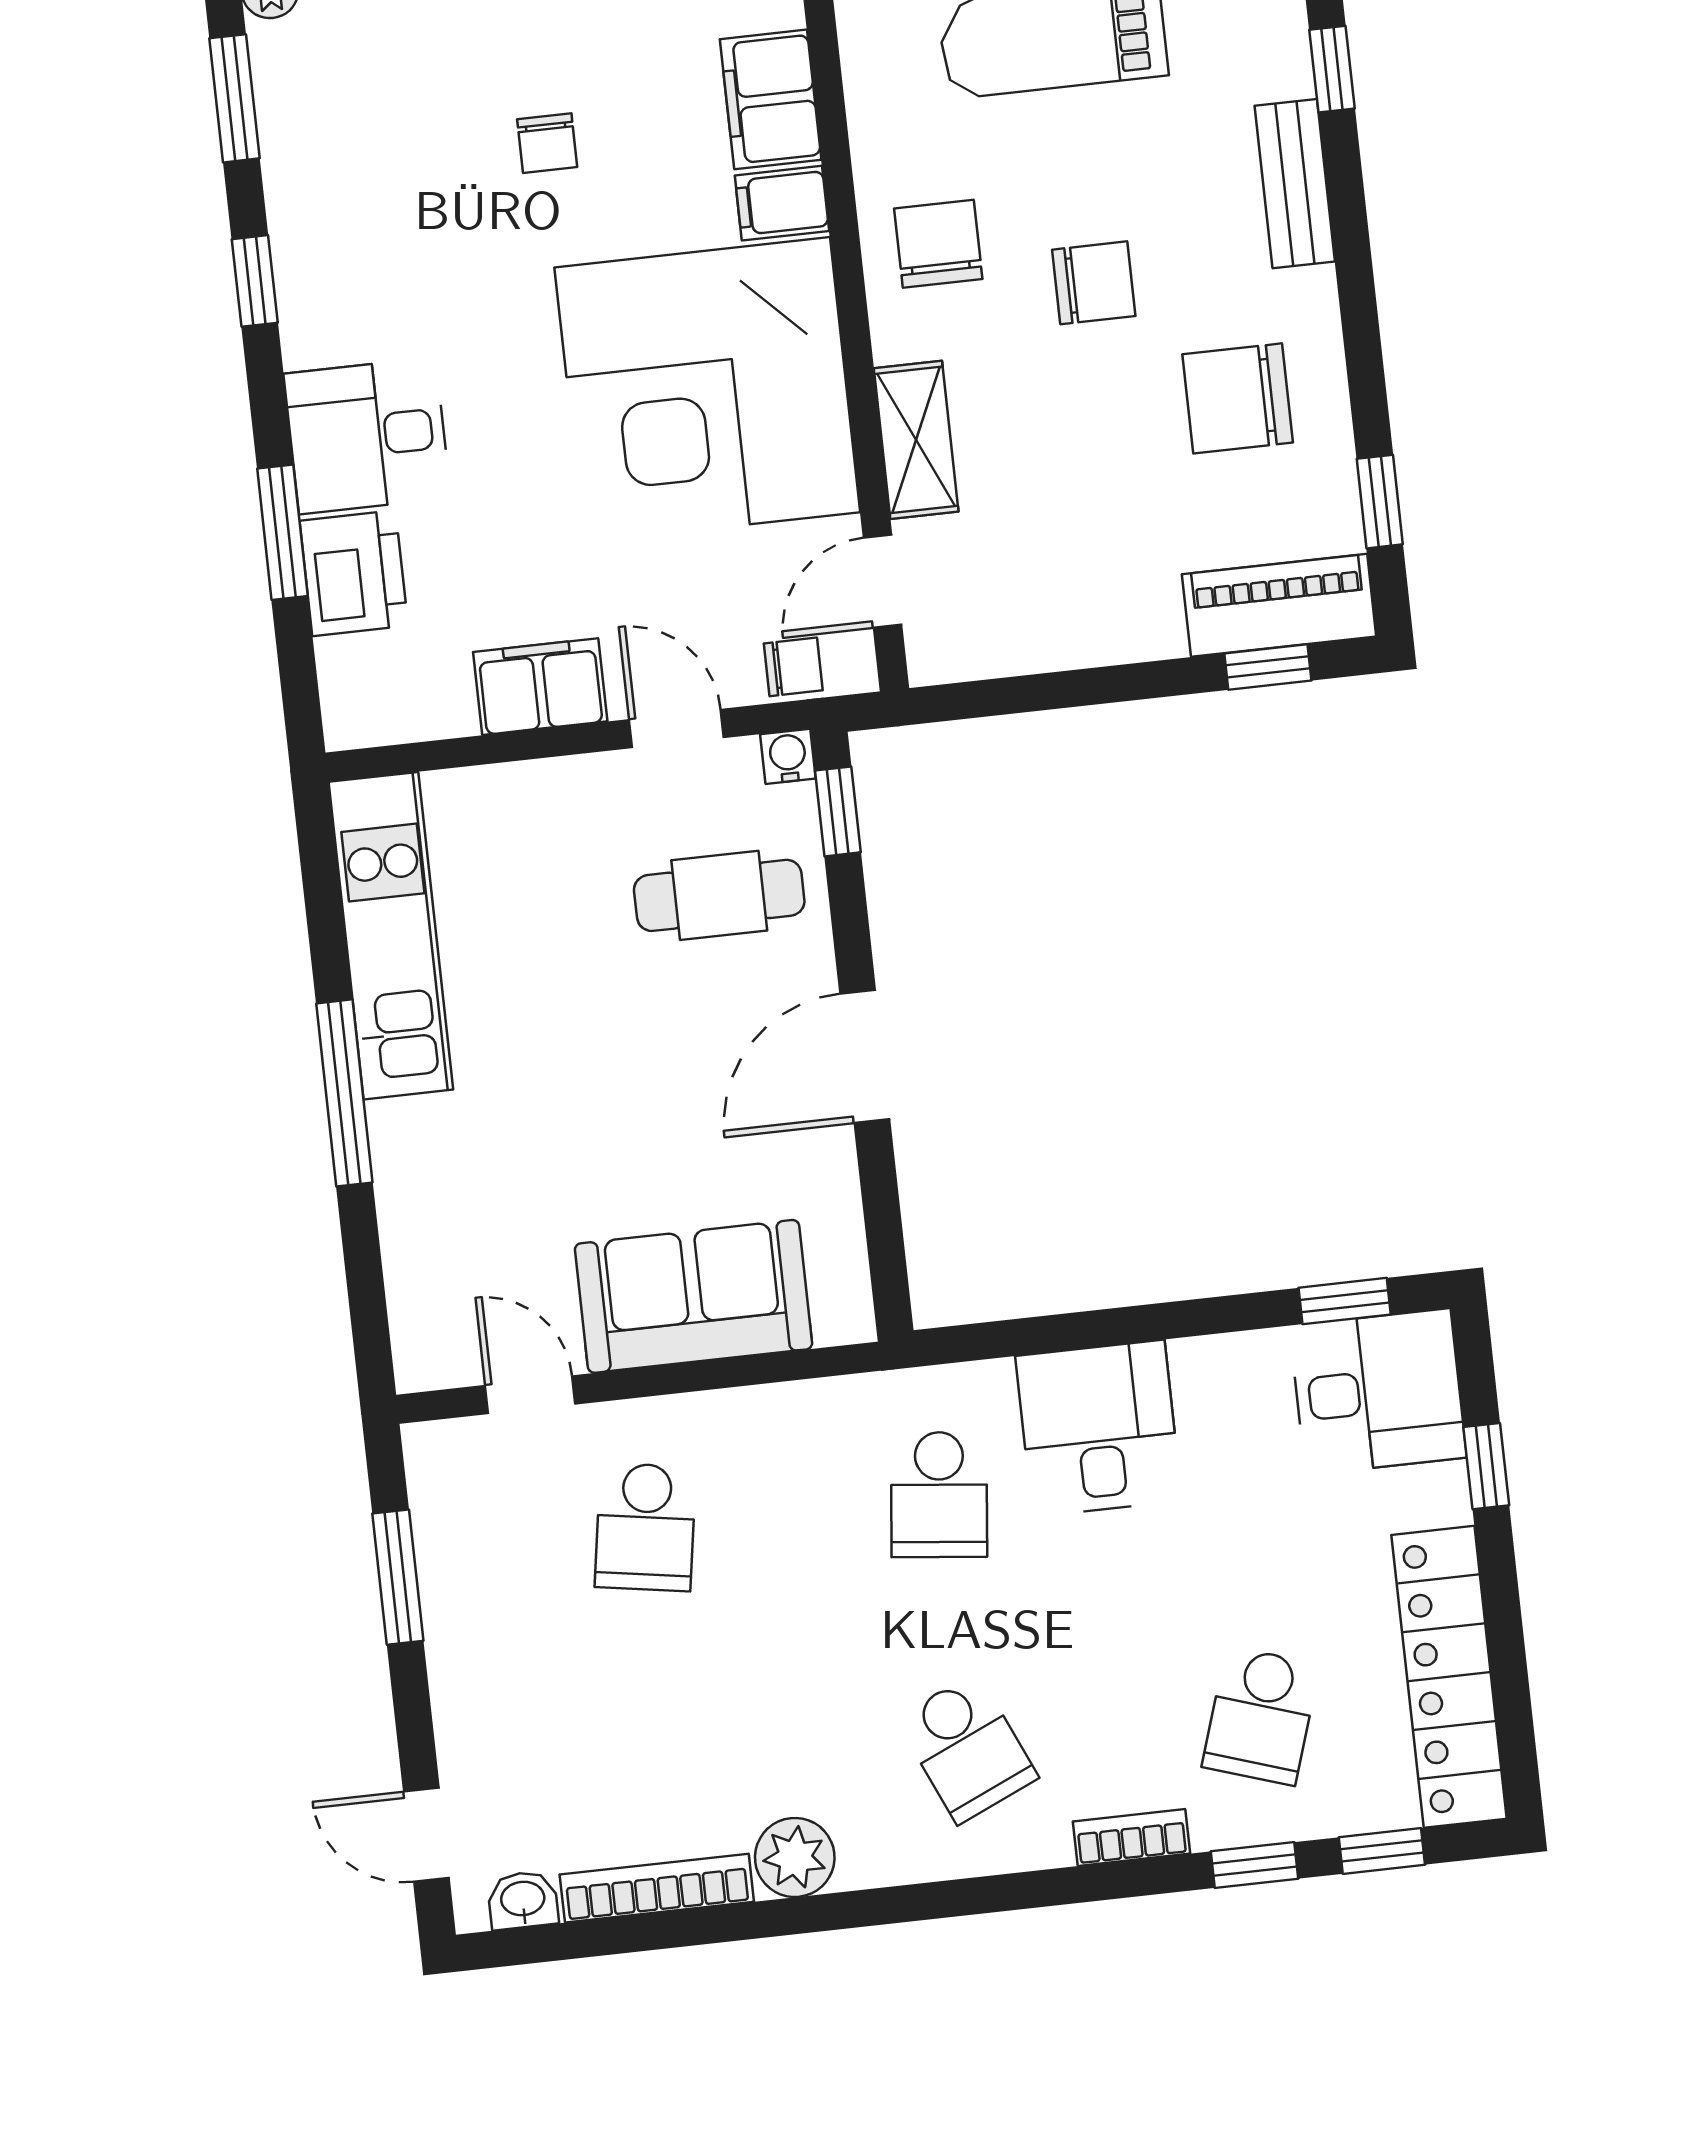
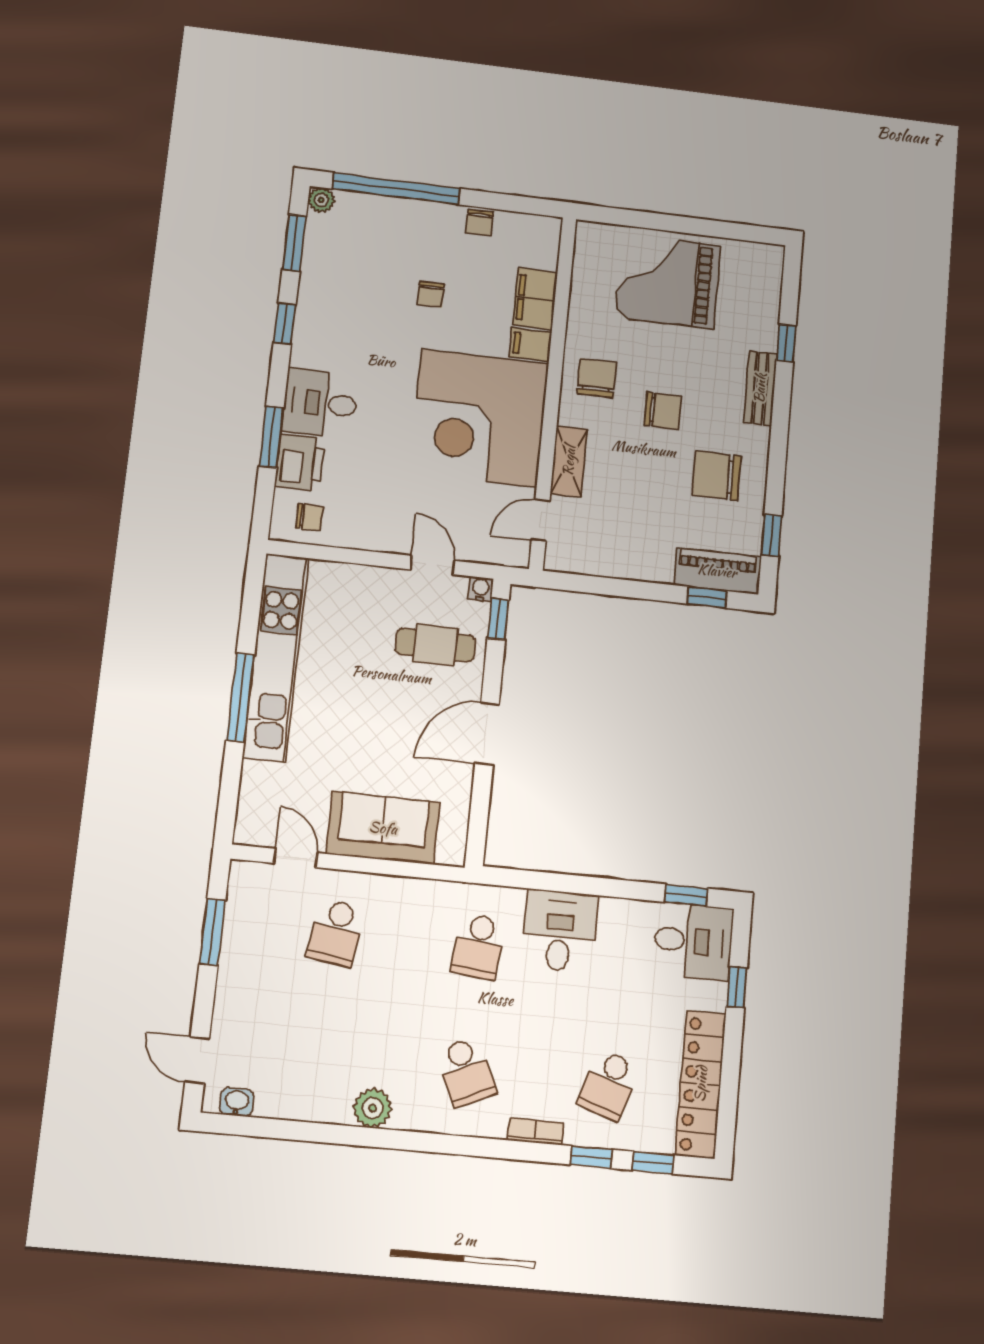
chair: (793, 667) -> (310, 517), moved
filing cabinet: (540, 687) -> (374, 532), removed
kitchen unit: (391, 936) -> (276, 657), width x1.36
bookcase: (657, 1888) -> (303, 1110), removed

